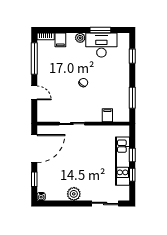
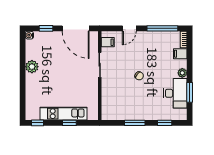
window: (132, 98) -> (135, 123), moved
filing cabinet: (107, 115) -> (108, 42), moved
window: (132, 175) -> (38, 123), moved
sliding door: (105, 203) -> (23, 97), removed

